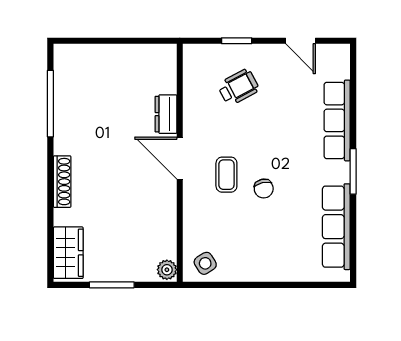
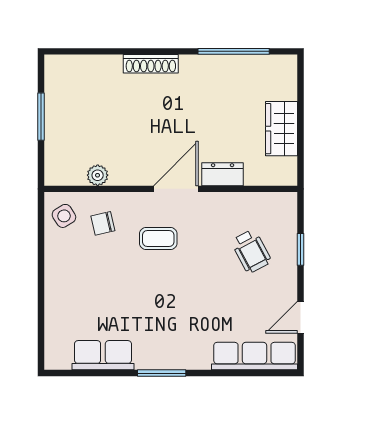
row of seats: (337, 120) -> (254, 356), moved
chair: (264, 189) -> (103, 223), moved
row of seats: (336, 227) -> (103, 355), width x0.68
wardrobe: (68, 253) -> (282, 129), moved, turned 90
plant: (167, 270) -> (98, 175), moved

